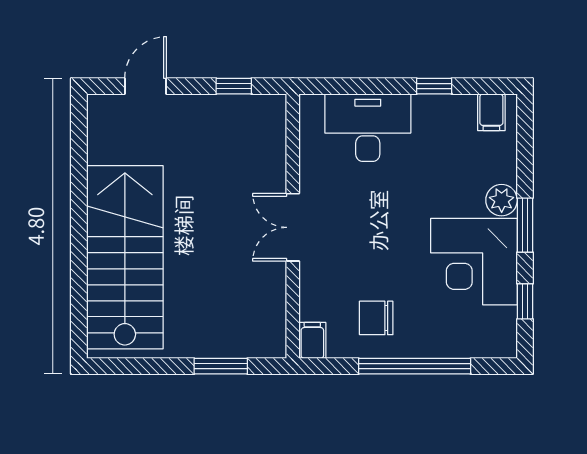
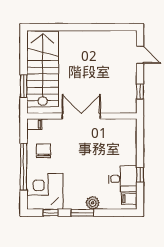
desk: (368, 128) -> (123, 179), moved, width x0.73
double door: (293, 227) -> (81, 116), width x1.37
stairs: (125, 257) -> (43, 69), moved, turned -90
corner desk: (474, 262) -> (45, 191), moved

